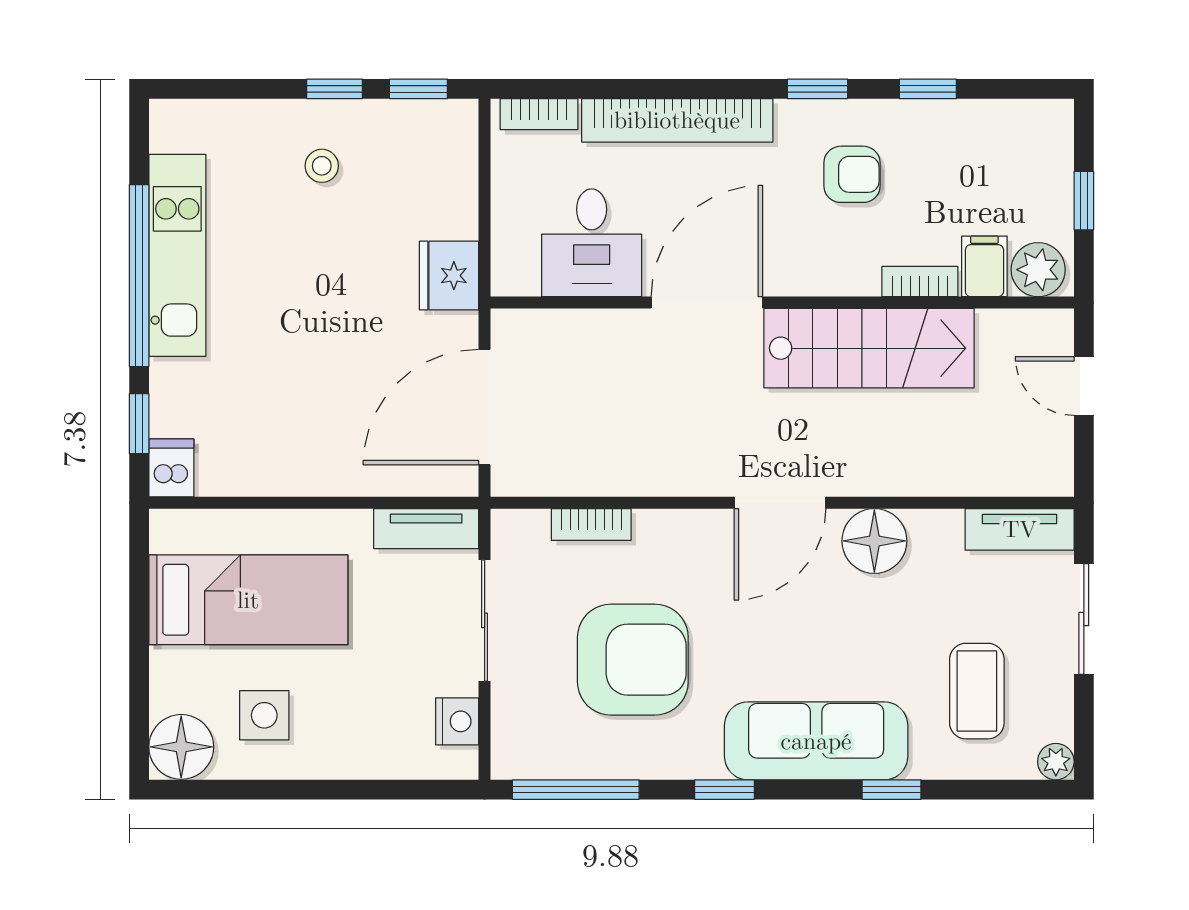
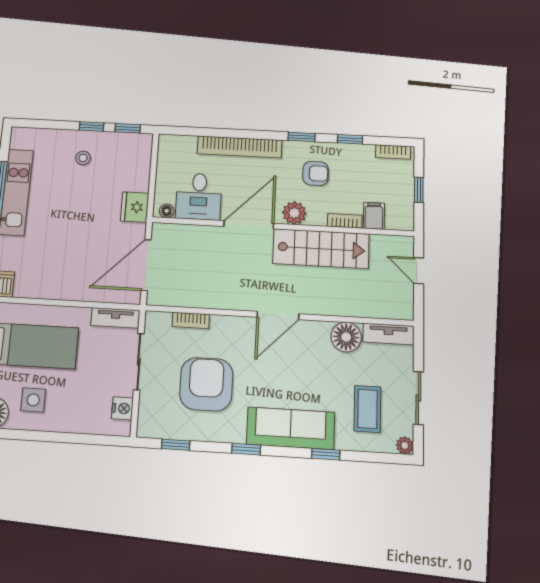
bookcase: (539, 114) -> (393, 152), moved
plant: (1038, 270) -> (294, 213), moved
floor lamp: (521, 281) -> (167, 211), added
floor lamp: (874, 541) -> (346, 337), moved
sliding door: (1084, 619) -> (418, 398), moved
armchair: (633, 660) -> (206, 384), turned -90
window: (576, 790) -> (176, 445), width x0.46

